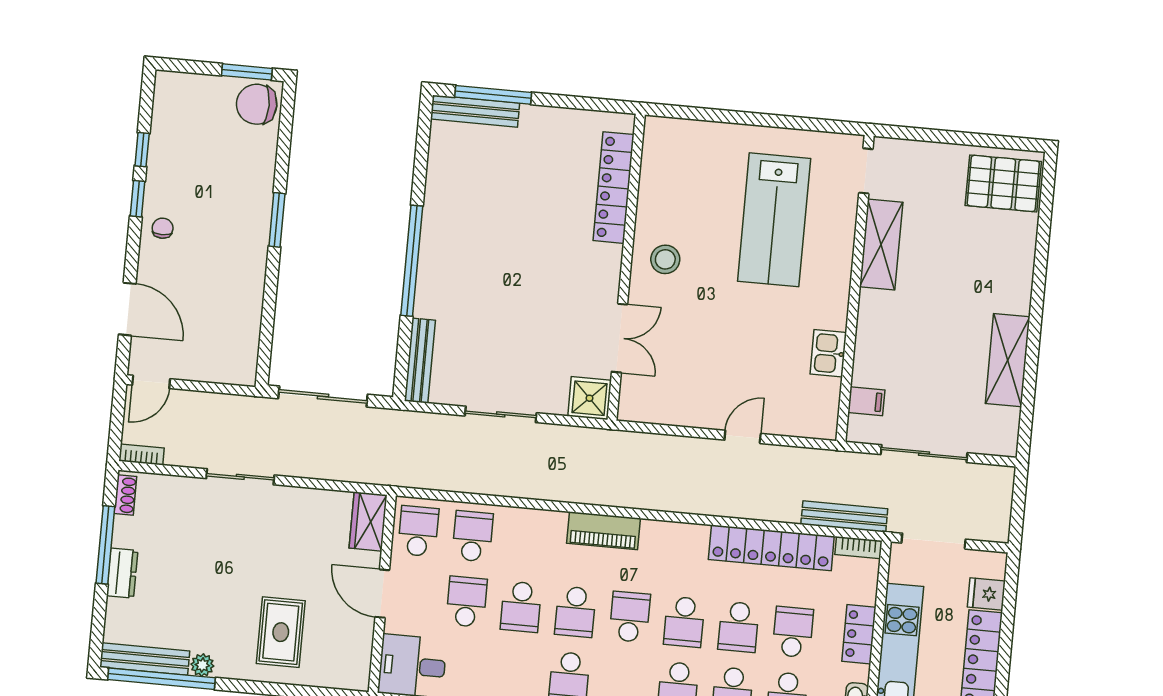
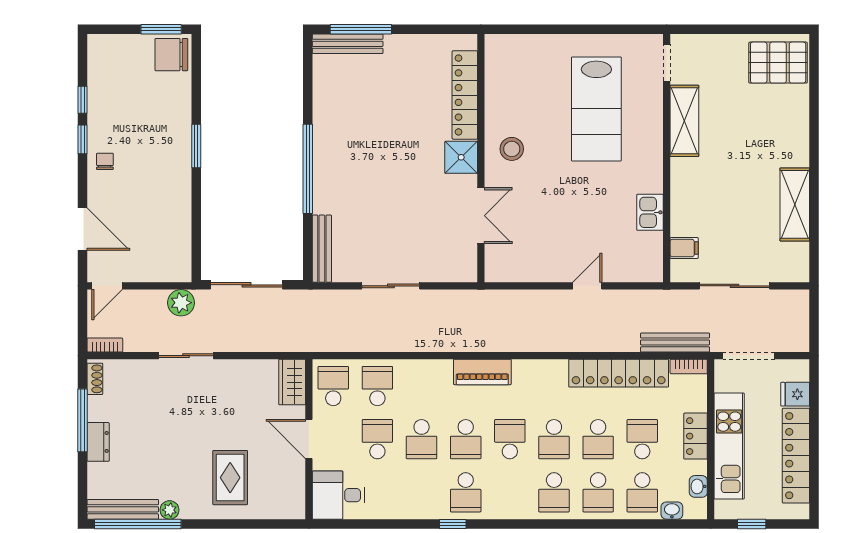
shower: (590, 398) -> (461, 157), moved
plant: (240, 411) -> (181, 303), added

